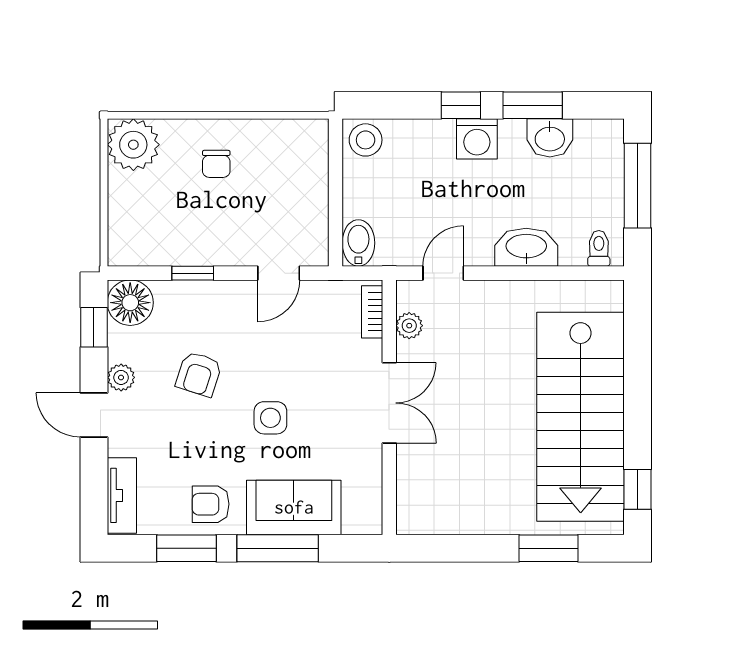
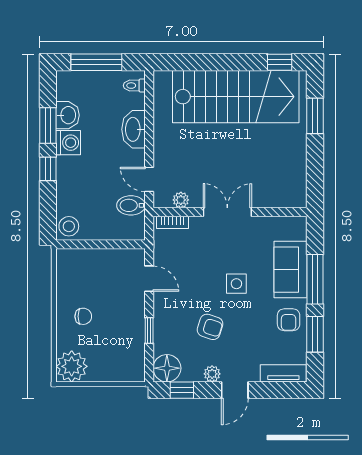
washing machine: (477, 139) -> (68, 143), moved
bidet: (358, 243) -> (131, 205), moved

